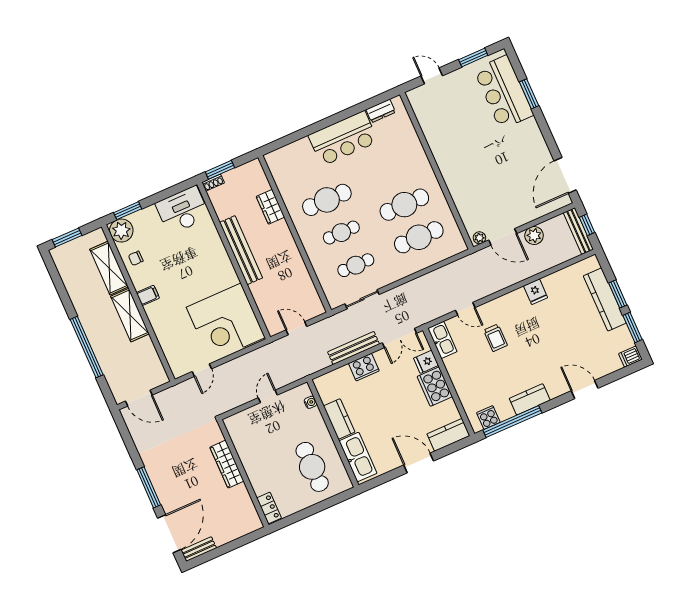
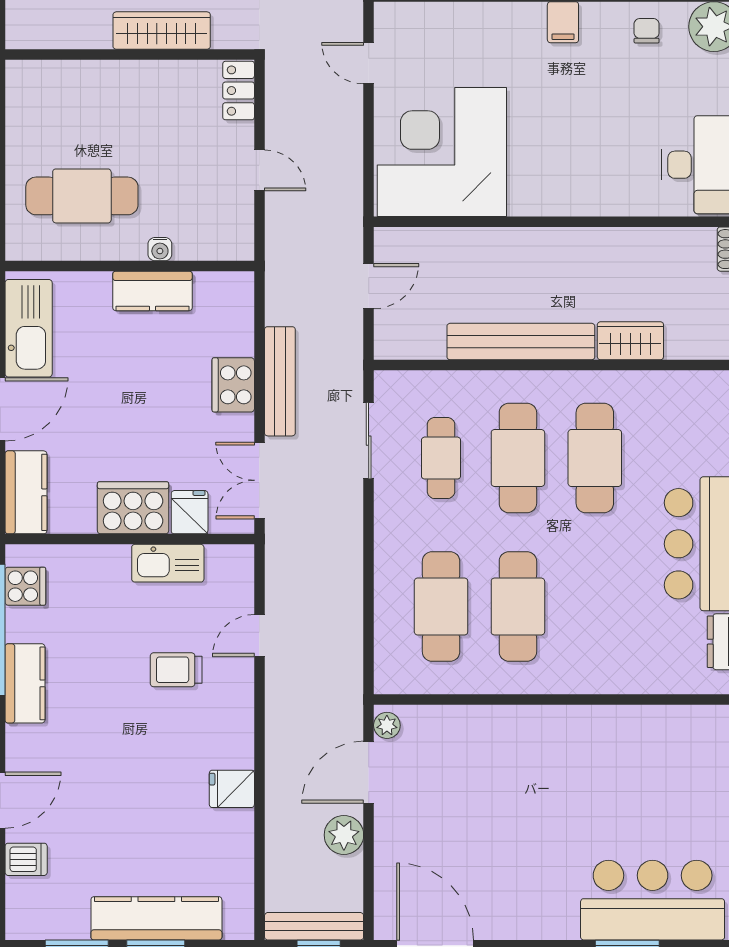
cafe table: (341, 233) -> (518, 458), width x1.37, depth x1.35
bench: (241, 250) -> (521, 342), moved
kitchen sink: (442, 340) -> (168, 563), moved
dishwasher: (630, 357) -> (26, 859), moved, turned 90
water cooler: (310, 402) -> (160, 249), moved
kitchen sink: (358, 457) -> (29, 328), moved, turned -90
locker: (269, 508) -> (239, 91), moved, turned 90

